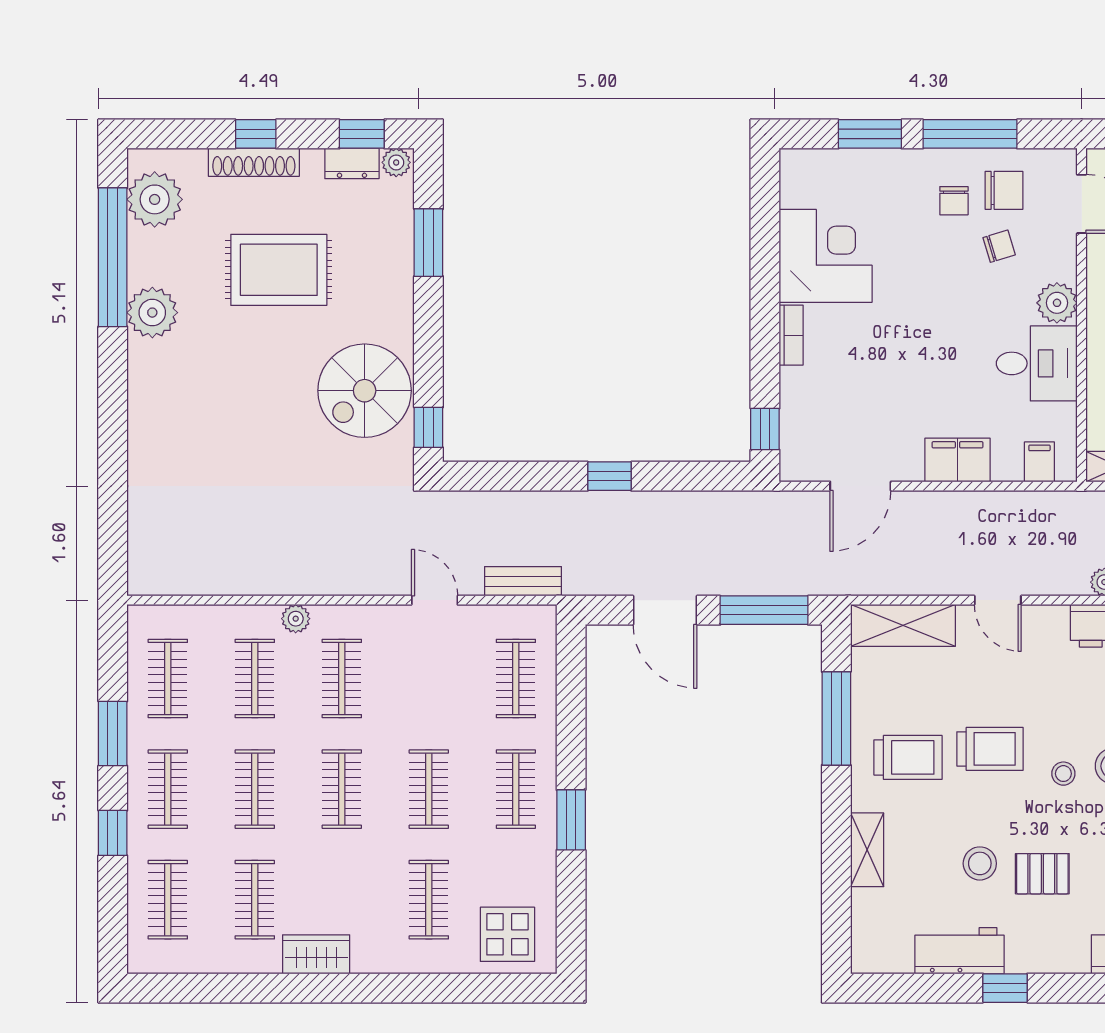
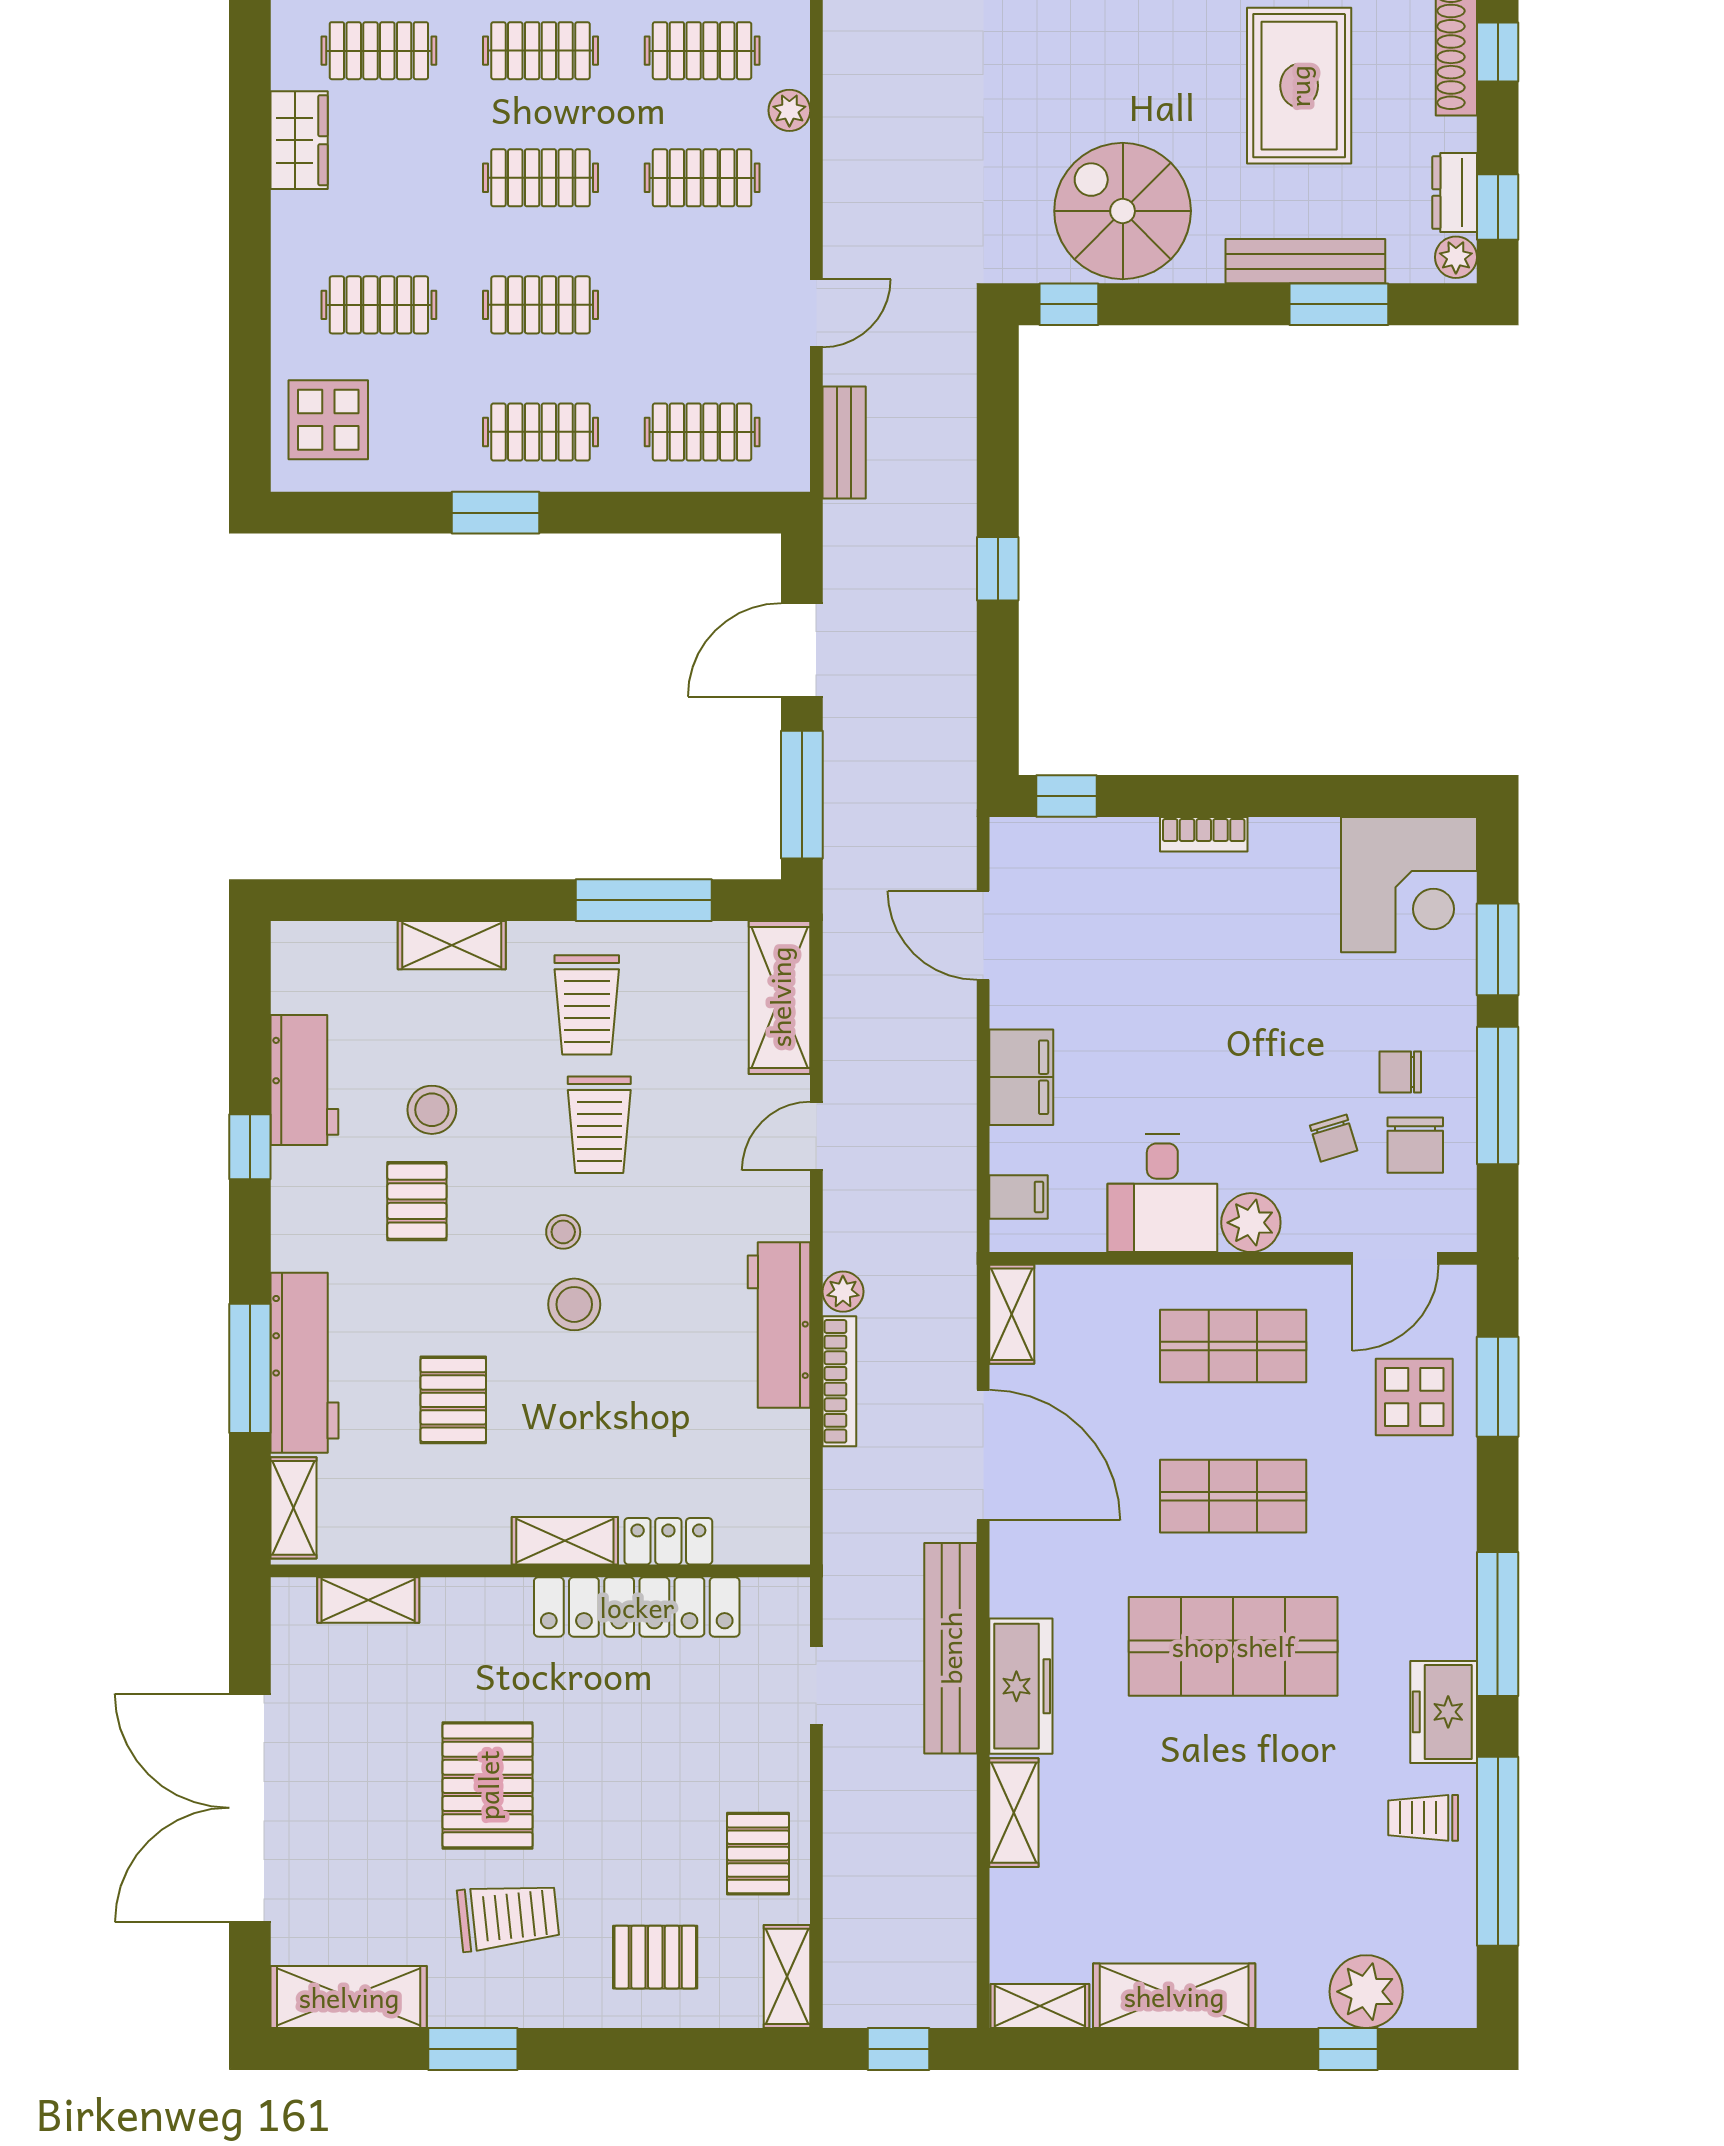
corner desk: (826, 256) -> (1409, 885), moved
bench: (399, 266) -> (1305, 261), added

